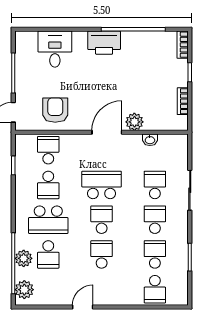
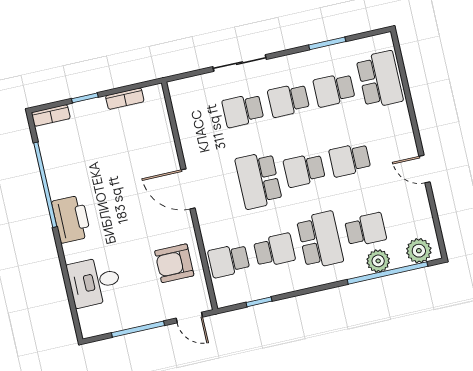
plant: (134, 122) -> (166, 156), removed
washbasin: (150, 140) -> (185, 130), removed
school desk: (155, 289) -> (380, 80), width x1.85

